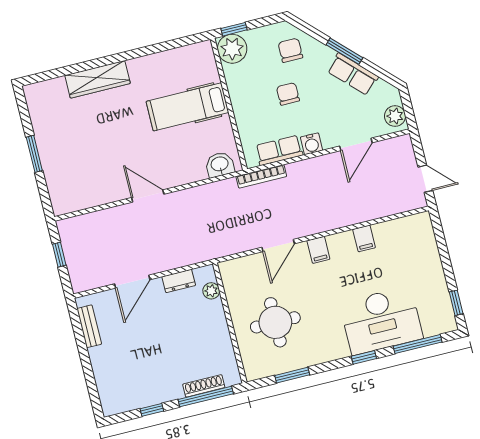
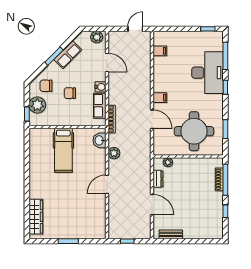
plant: (232, 49) -> (37, 105), moved
wardrobe: (98, 79) -> (36, 217), moved
plant: (204, 195) -> (114, 153), added
filing cabinet: (364, 238) -> (160, 51), moved
round table: (275, 322) -> (194, 131), width x1.36, depth x1.36

